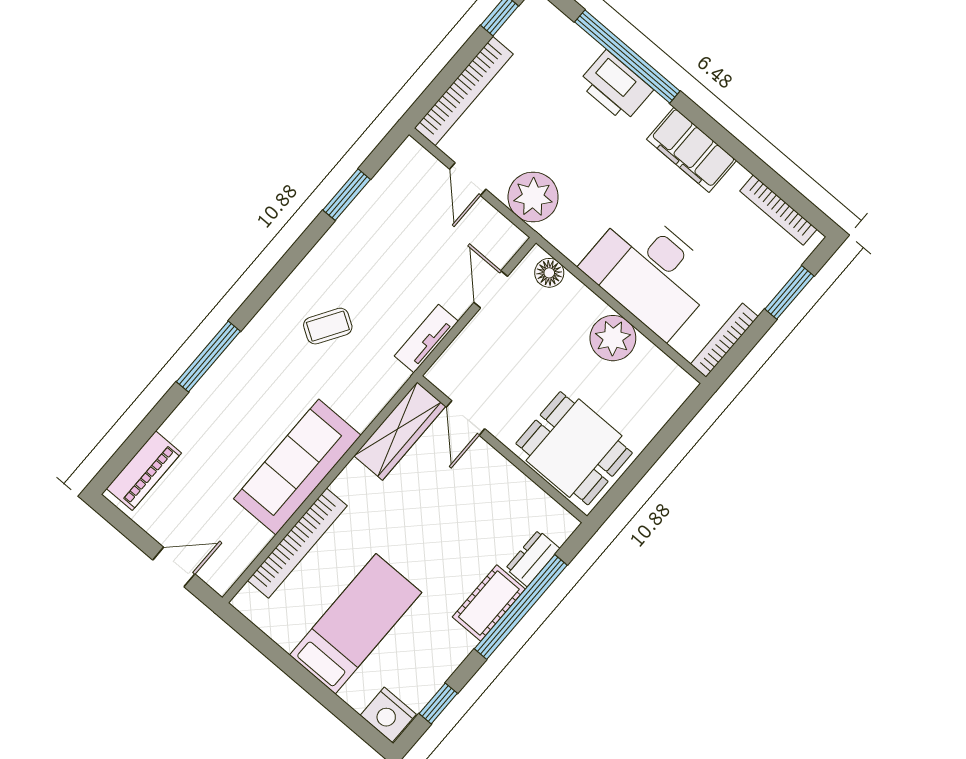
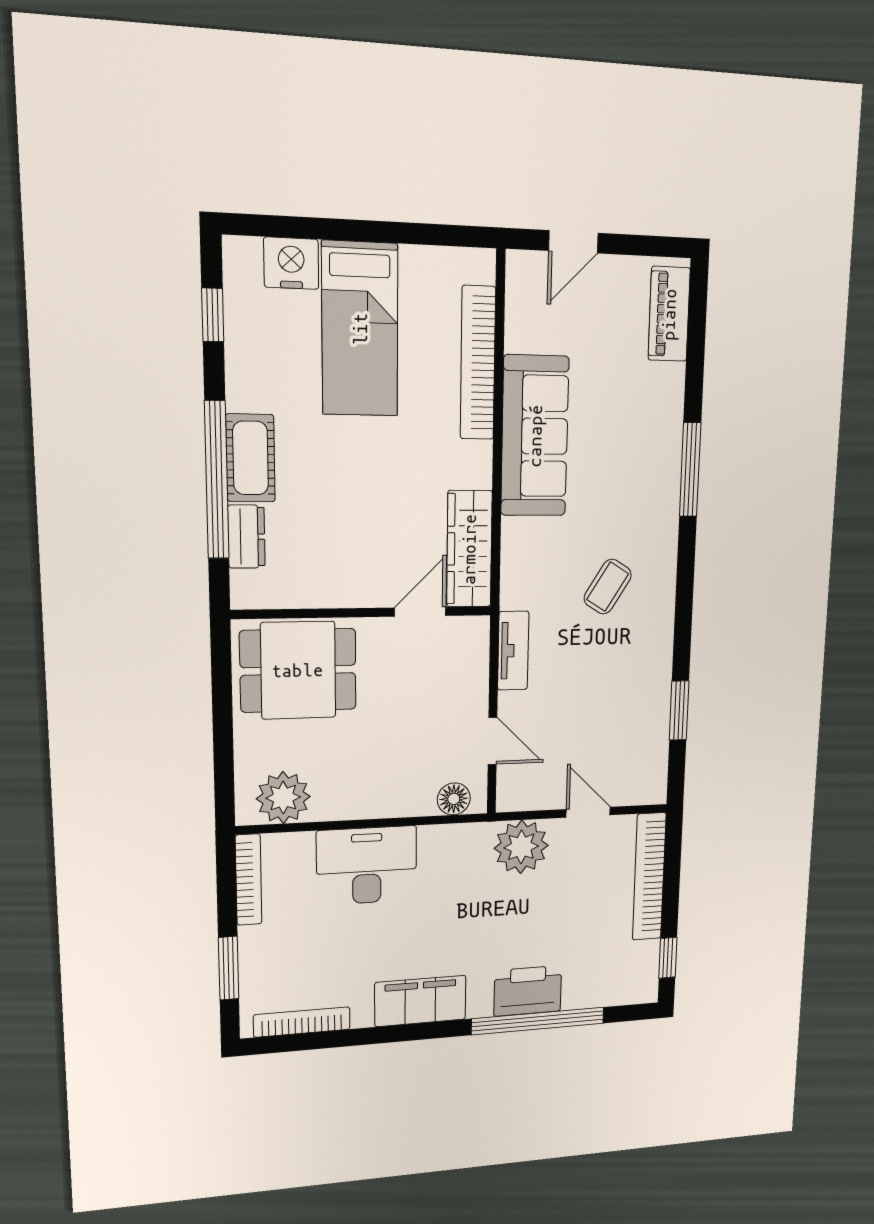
desk: (650, 272) -> (367, 866), width x0.73, depth x0.77
plant: (613, 338) -> (283, 798), moved
door: (466, 418) -> (420, 612), hinge flipped
nightstand: (388, 715) -> (291, 263), moved

